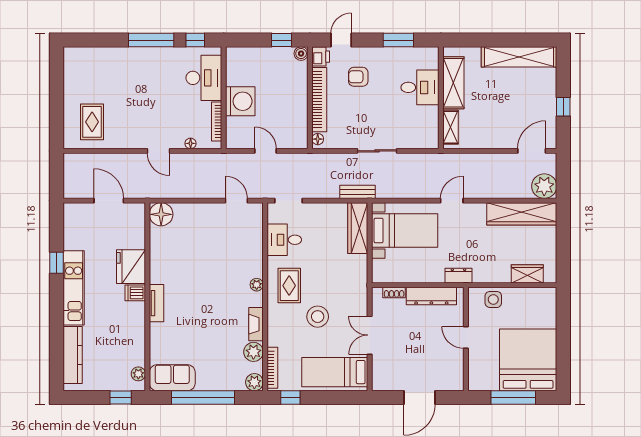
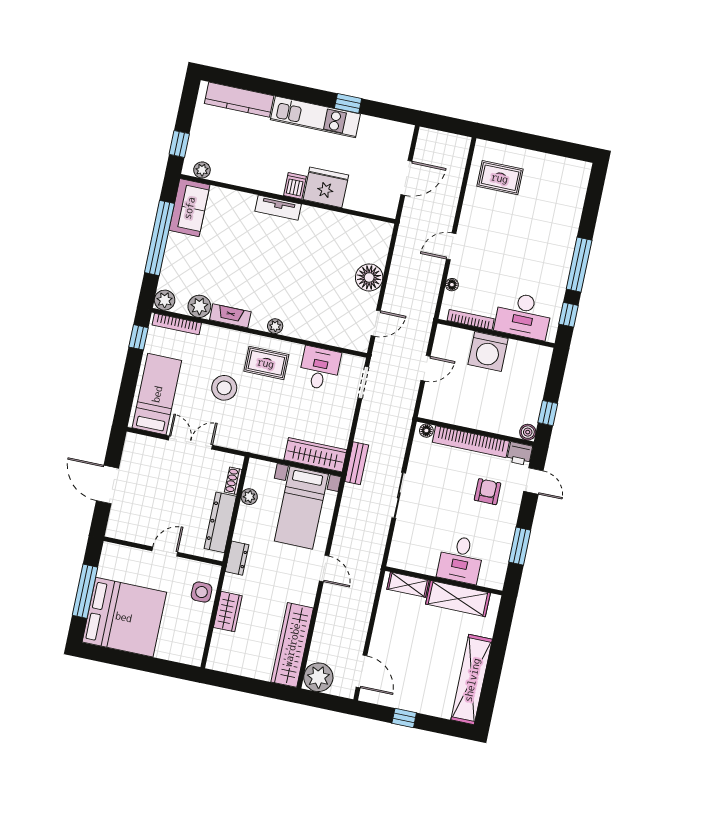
floor lamp: (161, 214) -> (369, 277), moved
wardrobe: (527, 274) -> (228, 612), moved
plant: (405, 276) -> (249, 497), added

